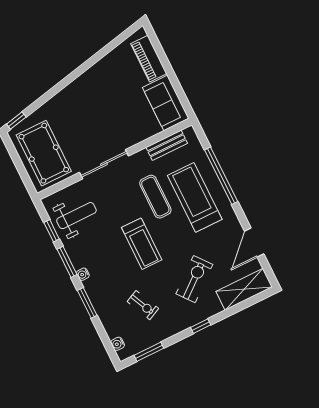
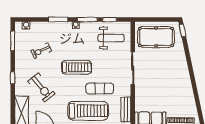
weight bench: (76, 216) -> (111, 38), turned -90
treadmill: (142, 244) -> (77, 67), turned 180

